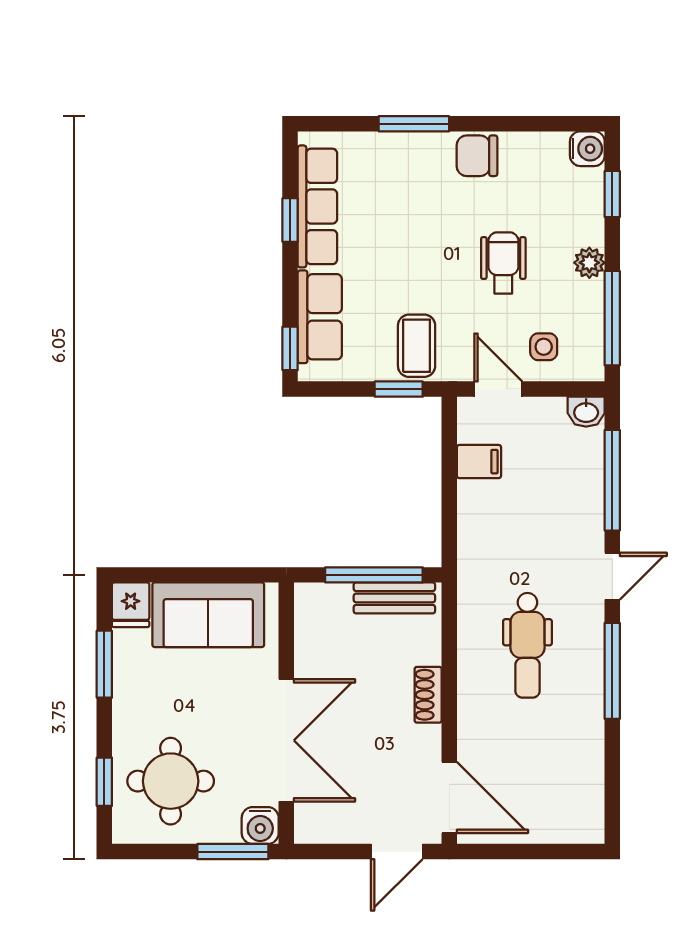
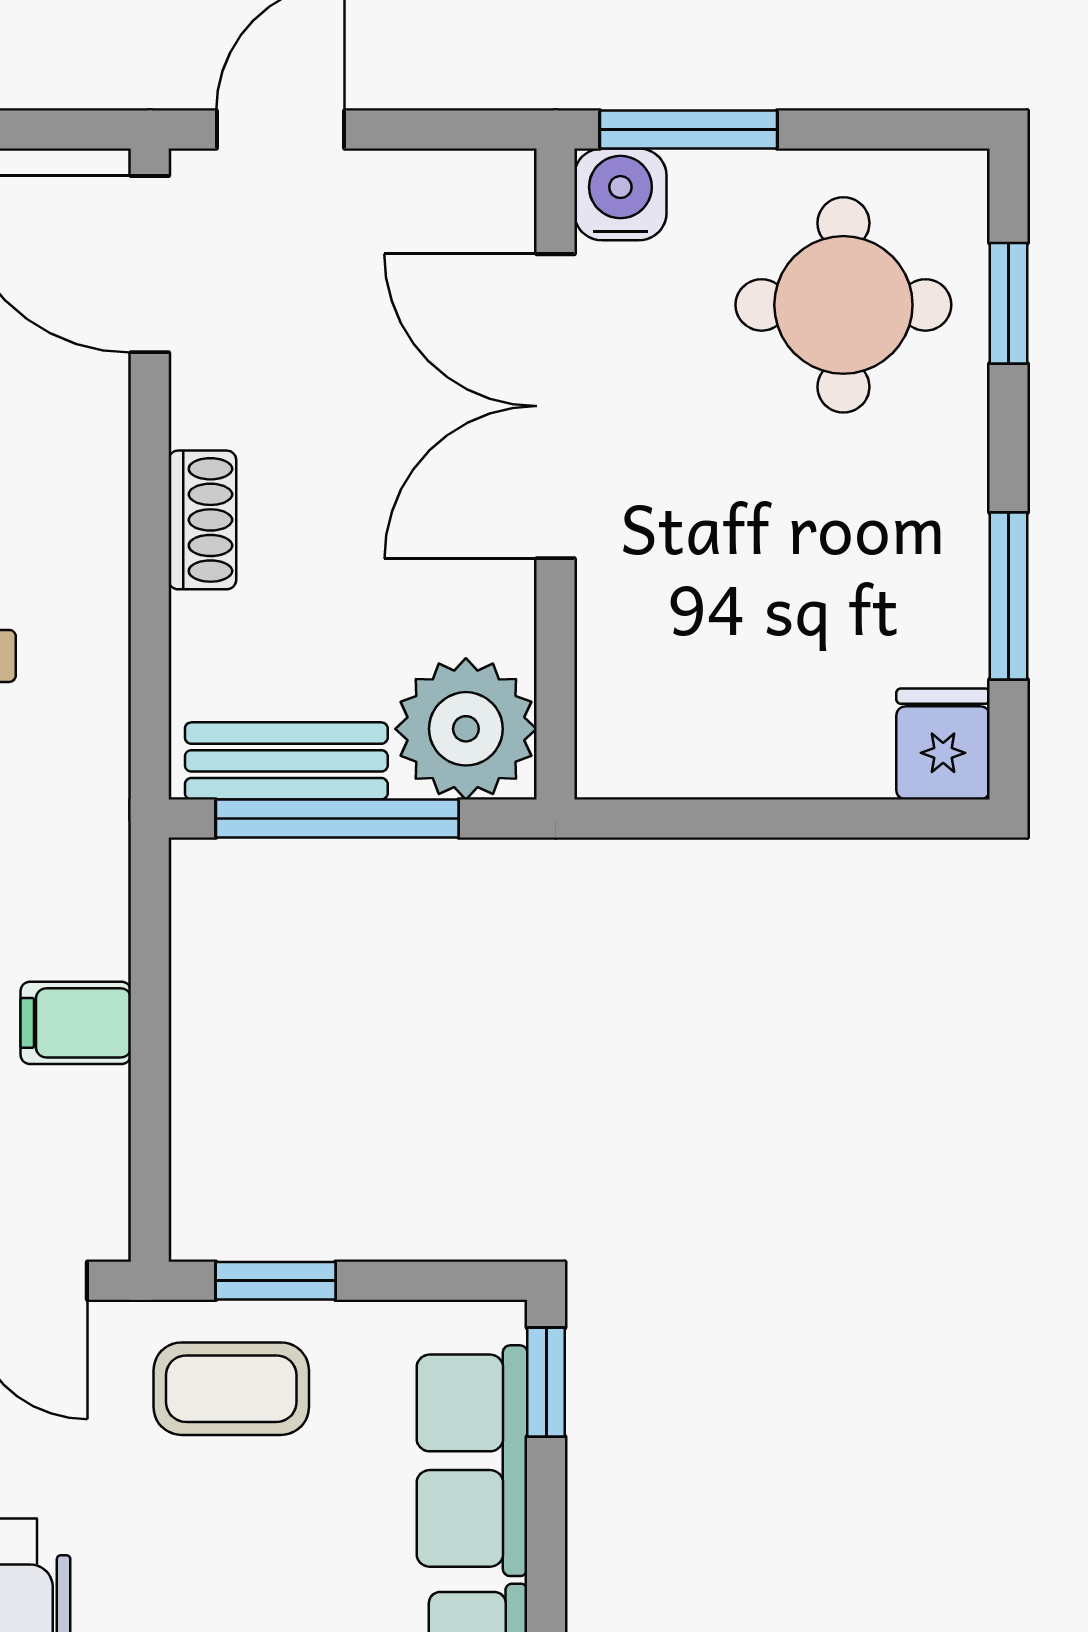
coffee table: (417, 346) -> (231, 1389), turned 90
filing cabinet: (479, 462) -> (76, 1023), moved
plant: (322, 611) -> (466, 729), added
sofa: (208, 615) -> (750, 719), removed

